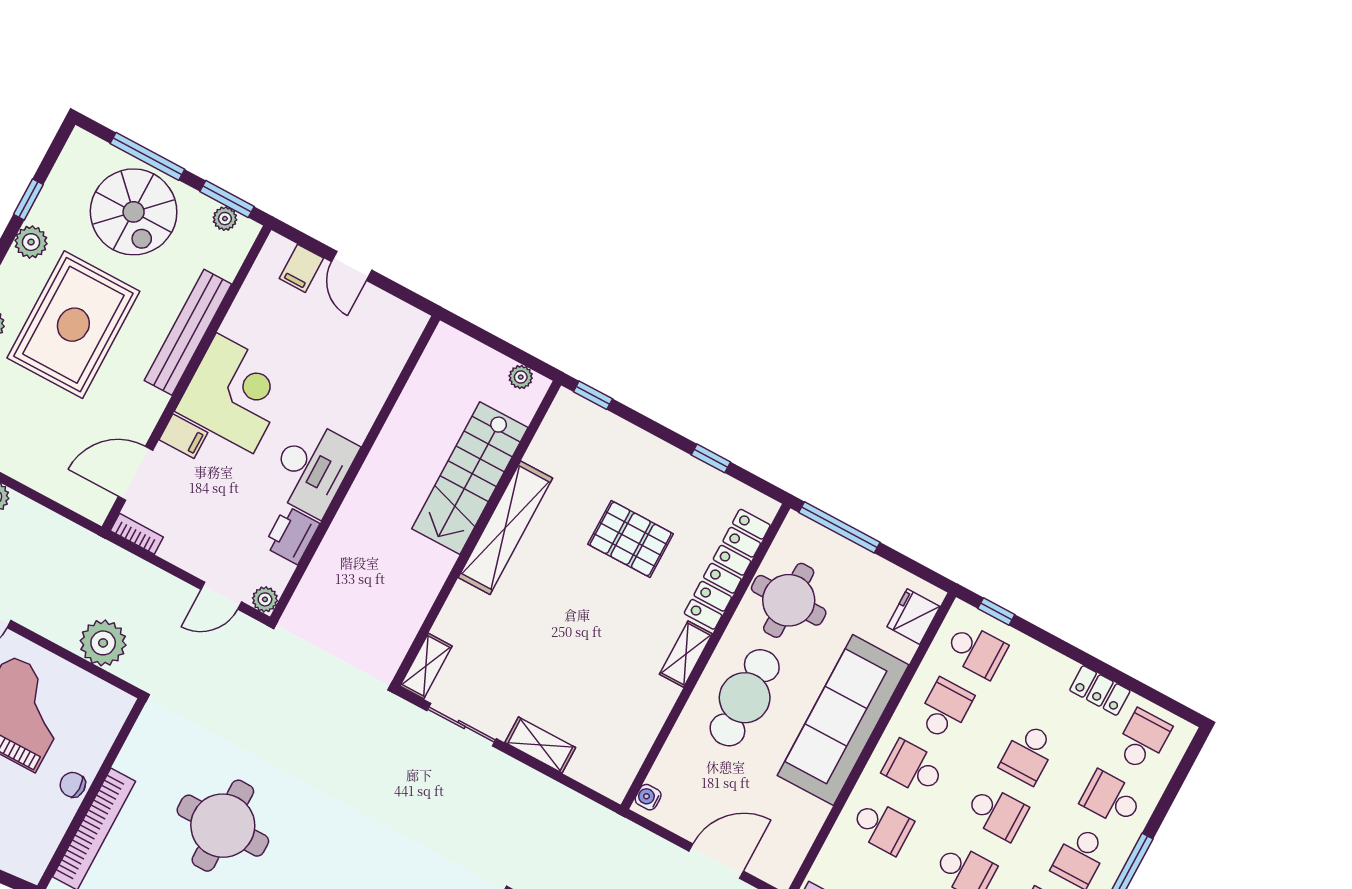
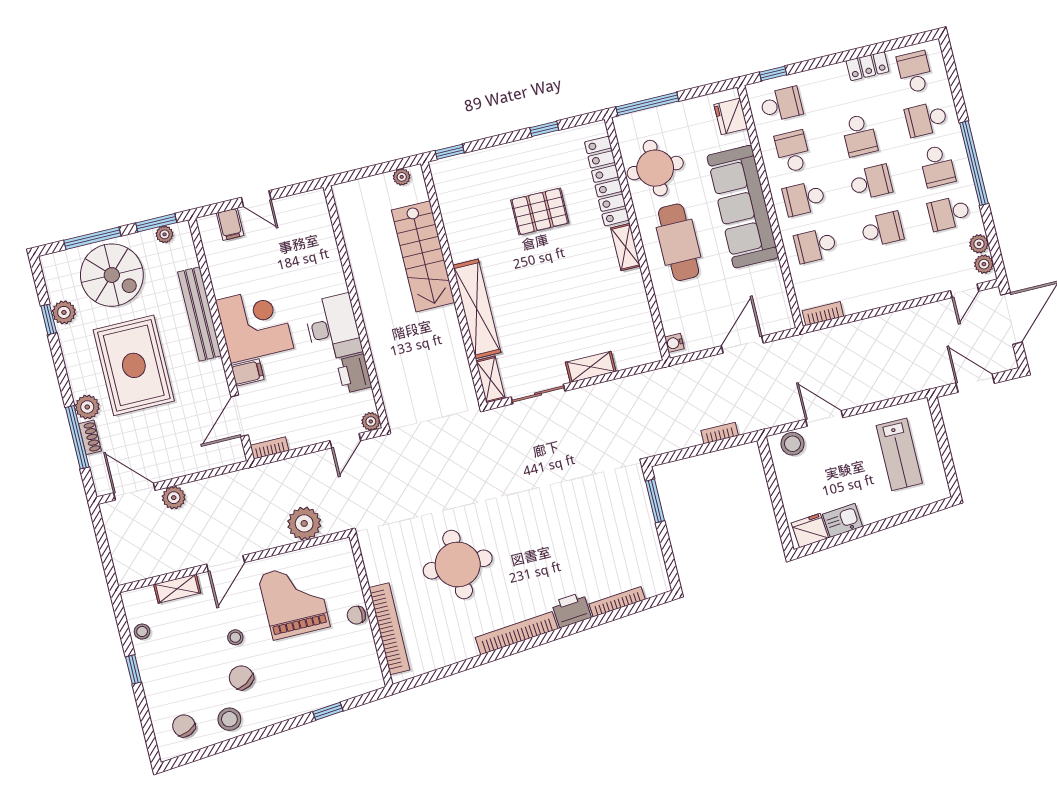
plant: (31, 242) -> (64, 312), moved
shelving: (505, 528) -> (477, 309), moved
school desk: (882, 827) -> (815, 245), turned 180

